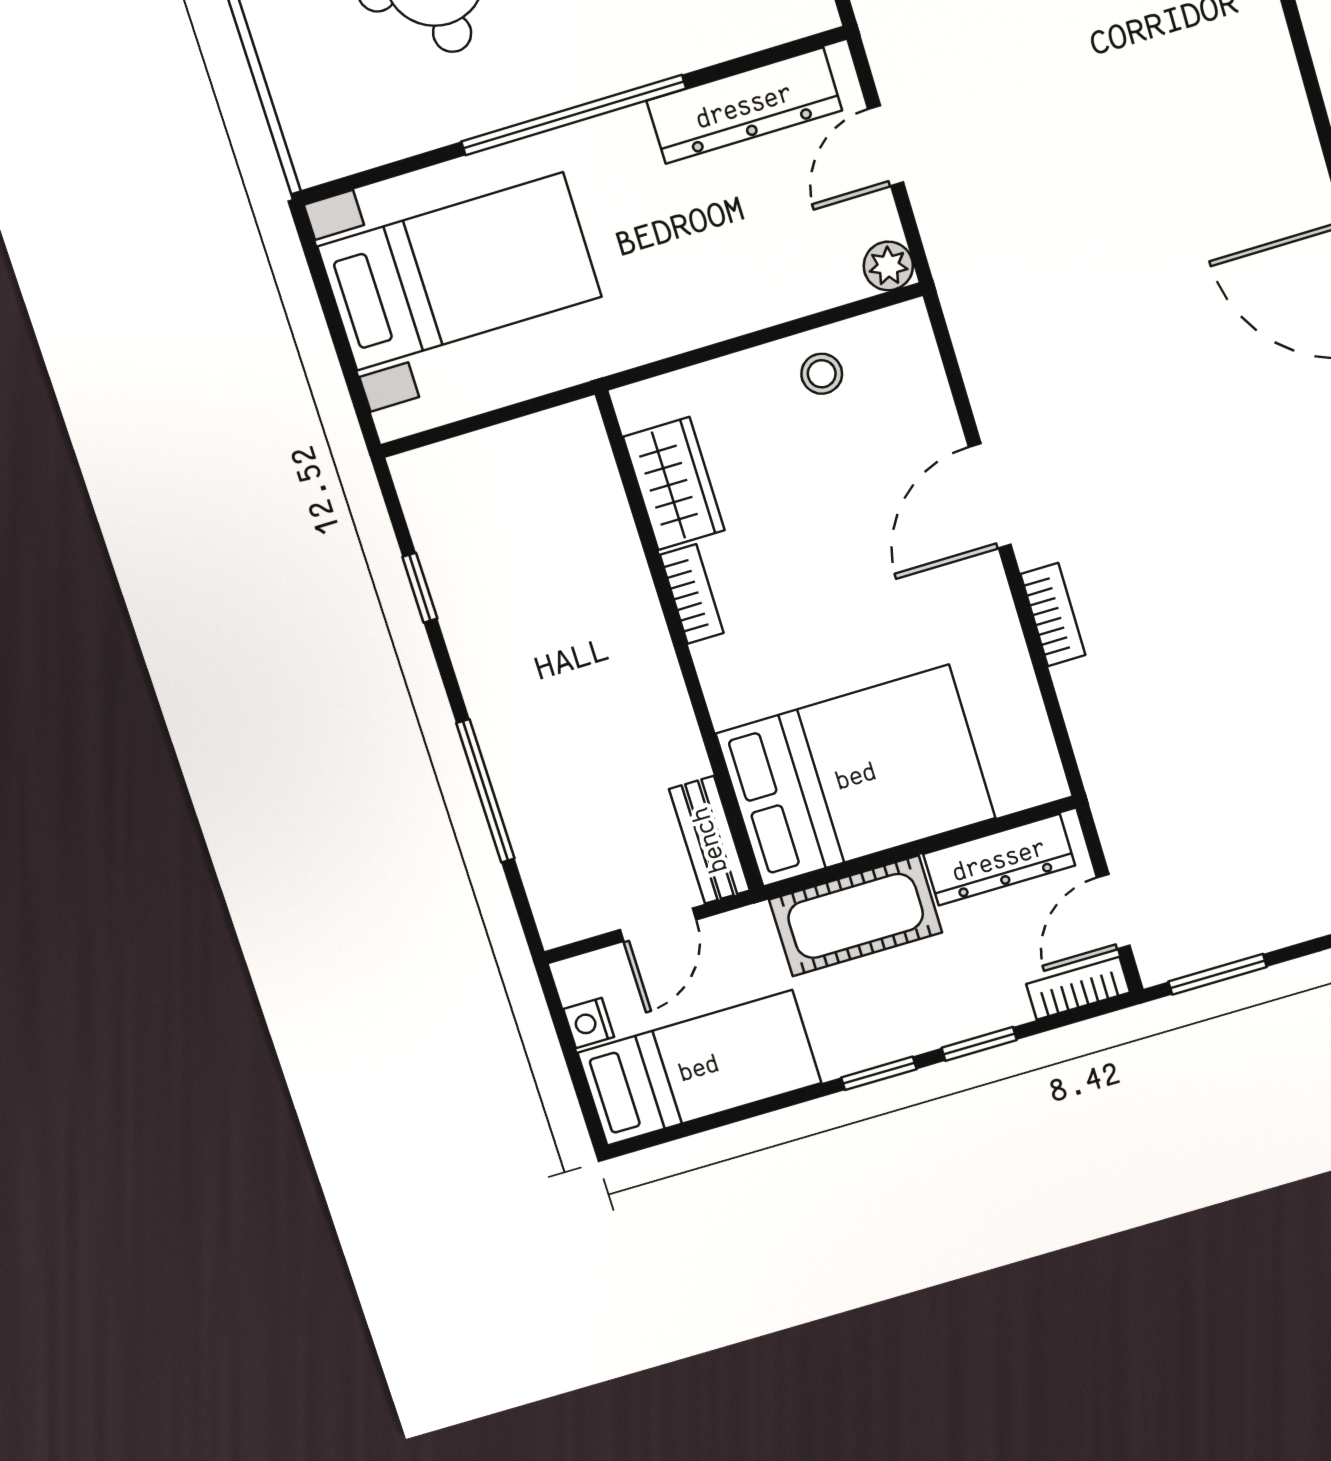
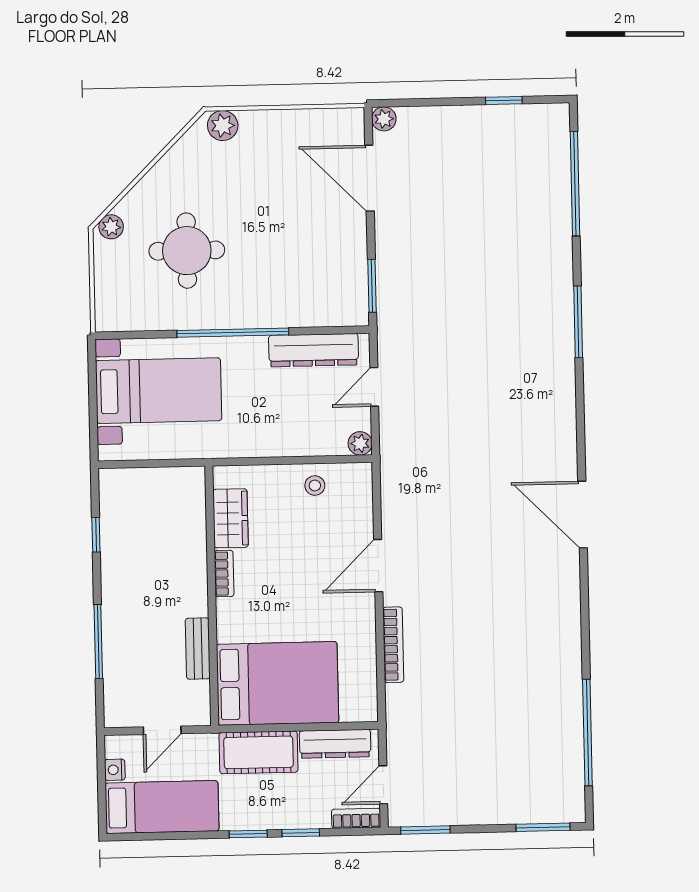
bookcase: (1053, 615) -> (393, 645), width x1.56
bench: (709, 840) -> (198, 649), moved

